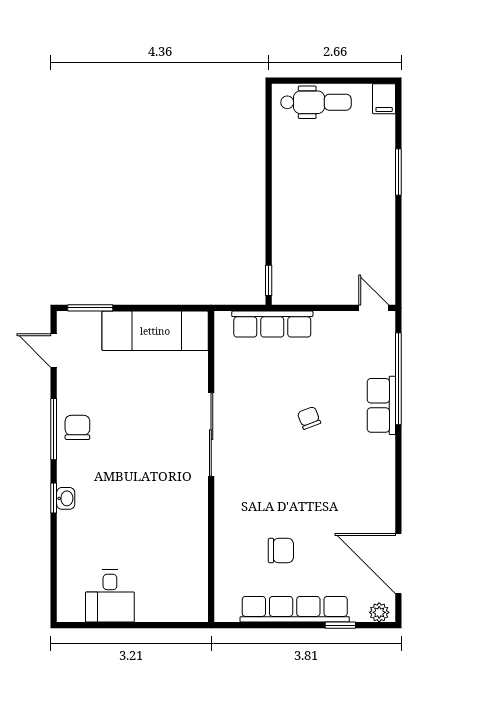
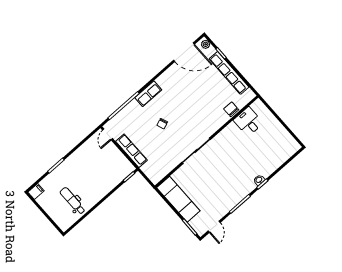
dental chair: (316, 102) -> (73, 201), moved
row of seats: (272, 324) -> (131, 151), moved
row of seats: (381, 405) -> (148, 94), moved
chair: (77, 427) -> (232, 197), removed
chair: (281, 550) -> (231, 109), moved
door: (398, 563) -> (184, 52), hinge flipped
desk: (110, 596) -> (248, 122), moved, turned -90

